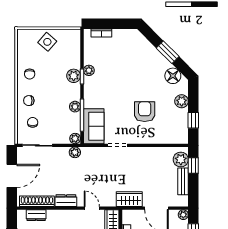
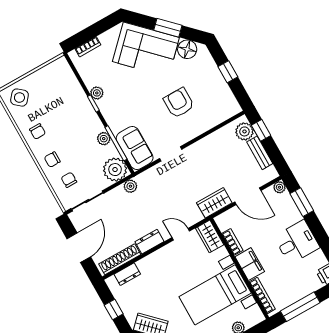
side table: (47, 42) -> (19, 98), moved
corner sofa: (143, 59) -> (146, 50), added
plant: (74, 76) -> (84, 107), removed
plant: (182, 101) -> (211, 70), removed
window: (193, 120) -> (228, 72), moved
plant: (75, 139) -> (115, 170), width x1.88, depth x1.88

